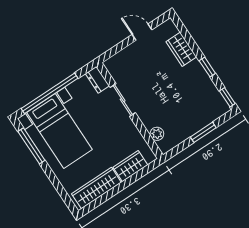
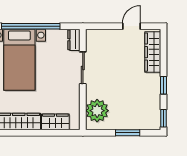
door: (142, 32) -> (131, 26), hinge flipped
wardrobe: (181, 49) -> (153, 52), width x1.50
plant: (157, 134) -> (97, 111), width x1.87, depth x1.87

